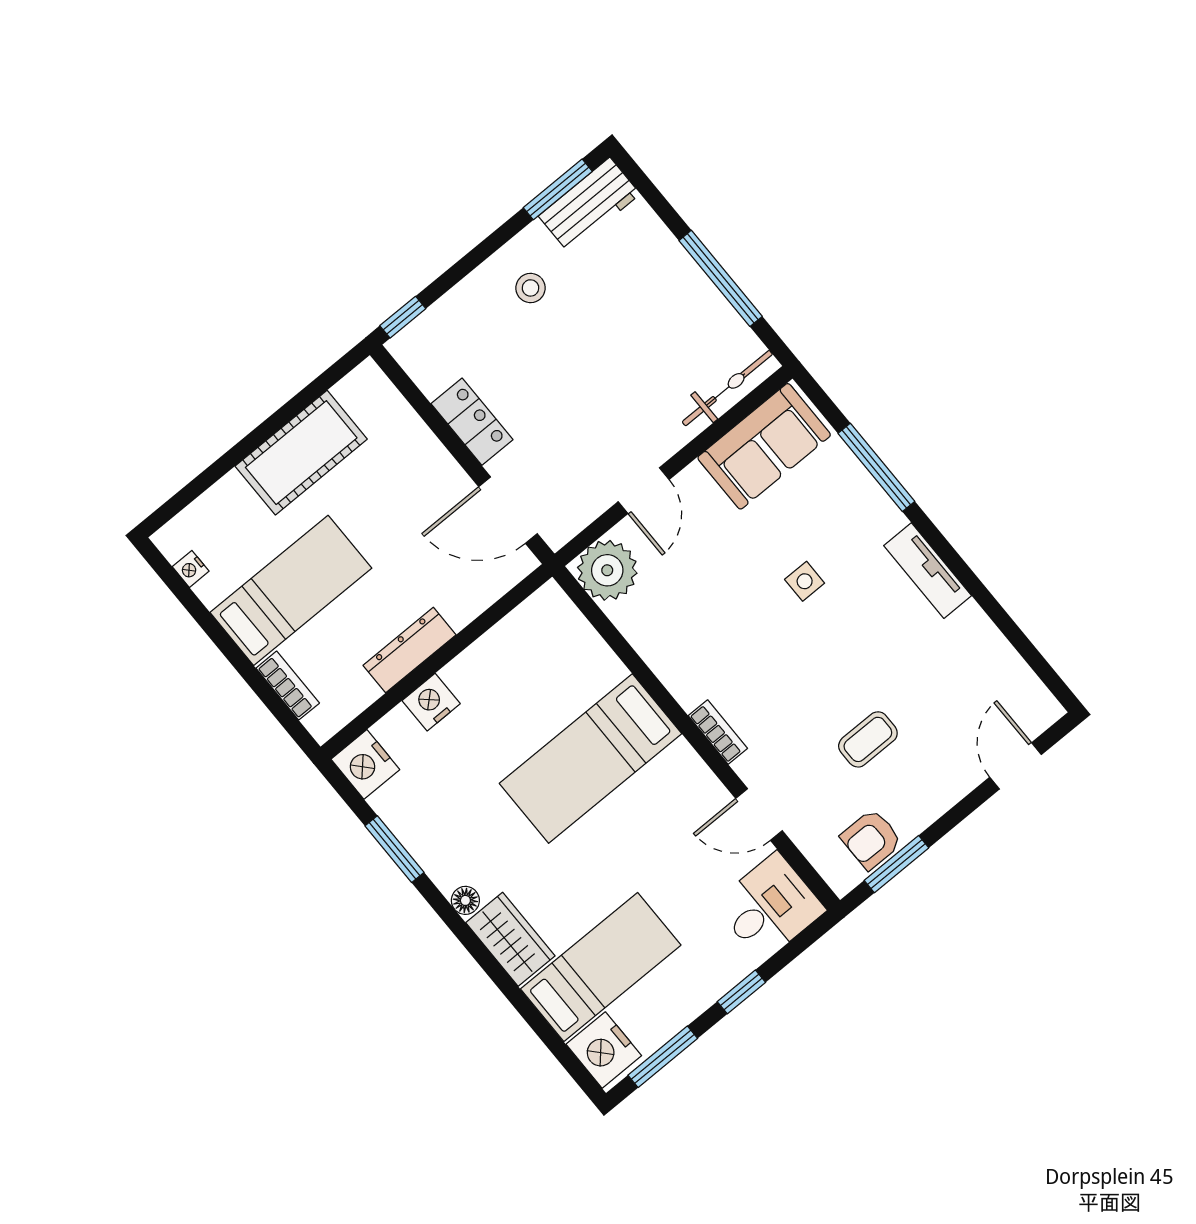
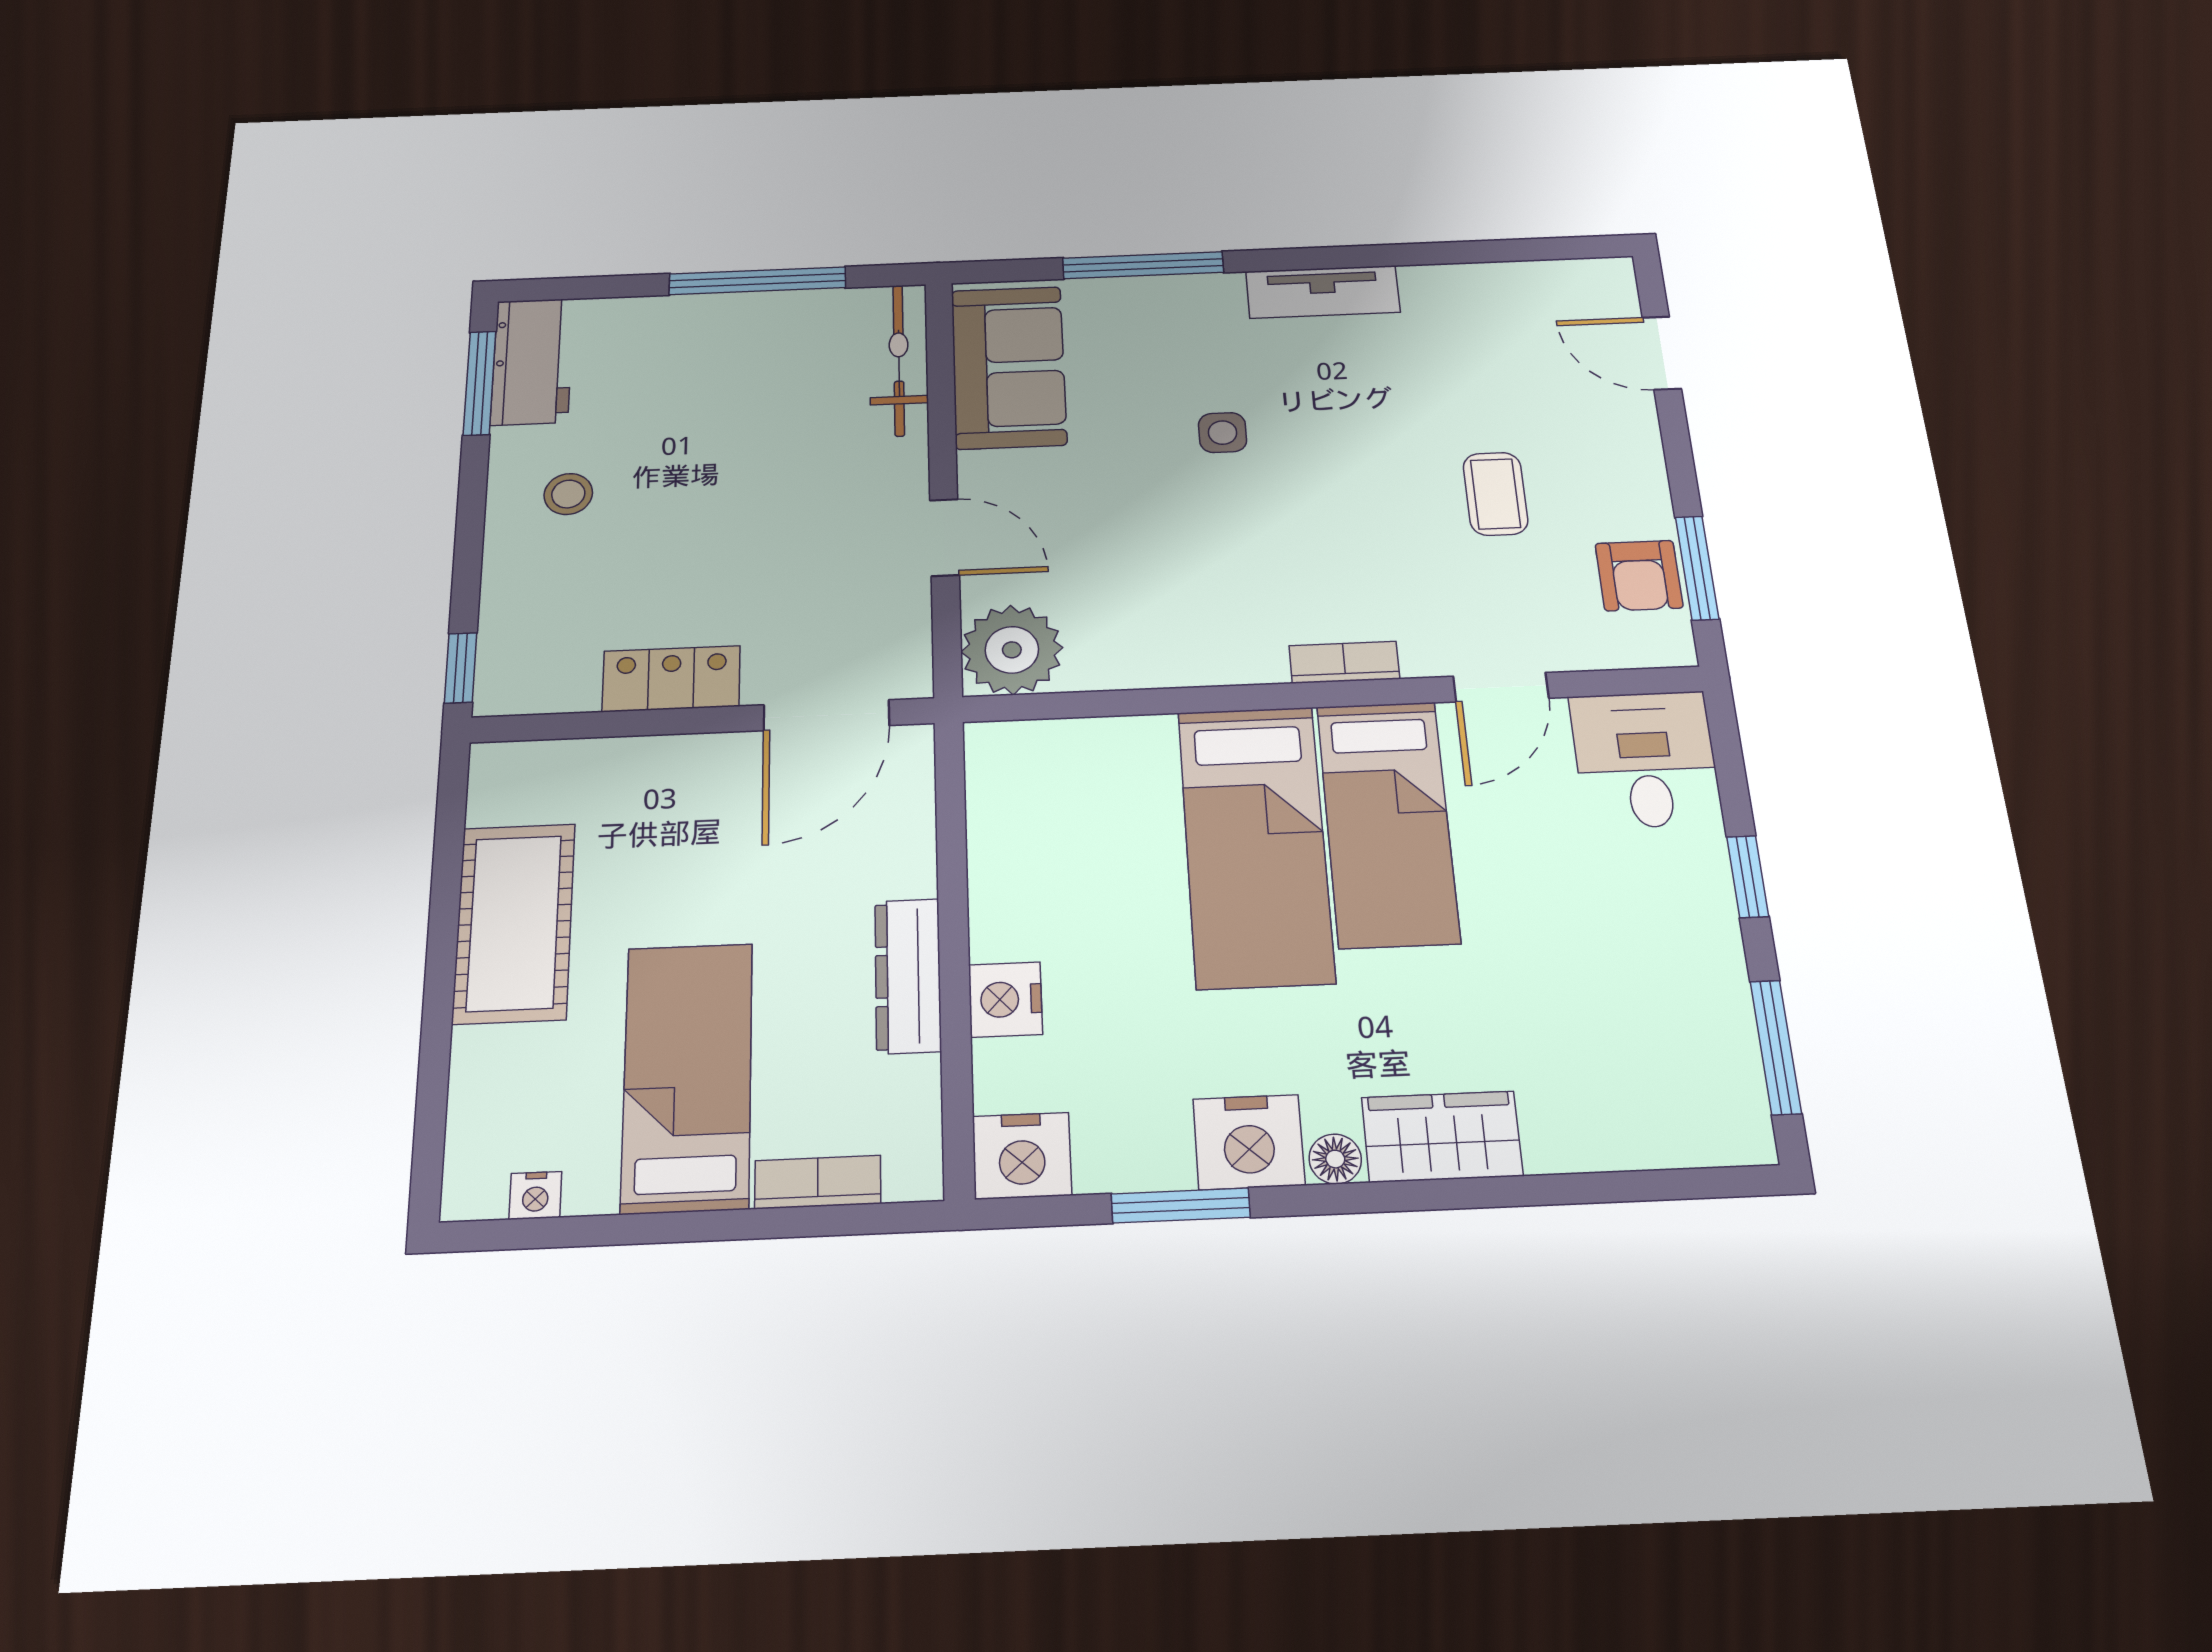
bed: (601, 967) -> (1388, 823), moved, turned 180
nightstand: (604, 1050) -> (1249, 1142), moved

